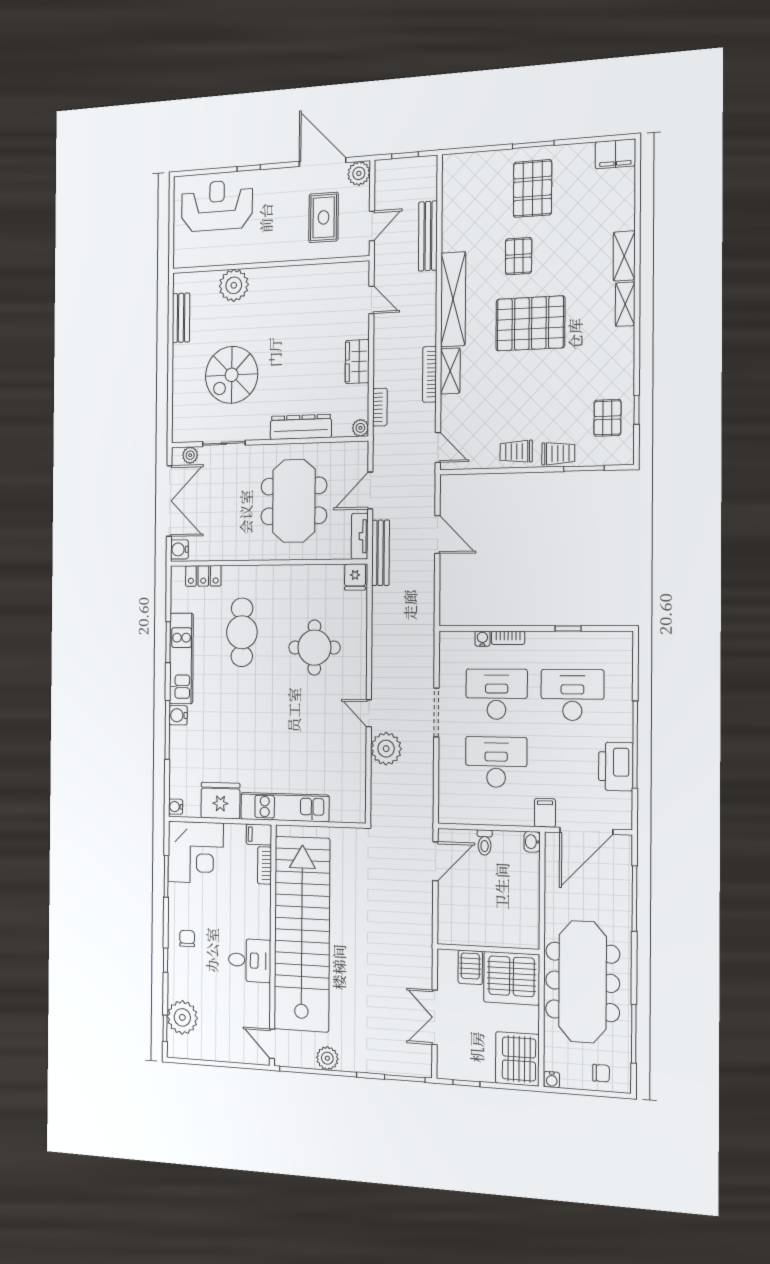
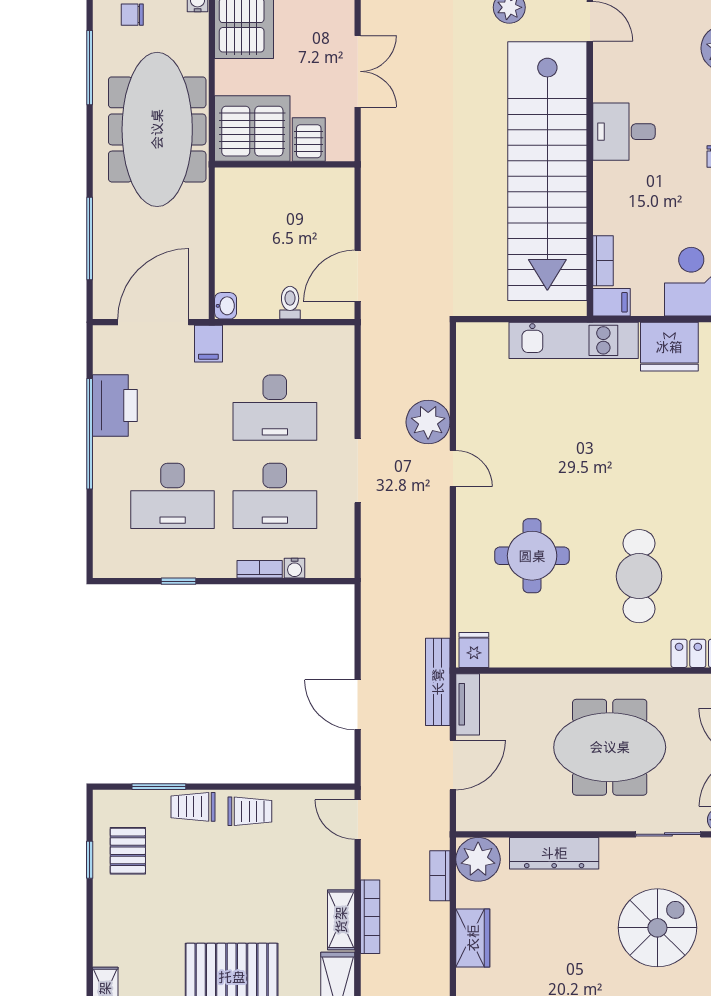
plant: (360, 428) -> (478, 859), width x1.88, depth x1.88
meeting table: (294, 501) -> (610, 747), moved, turned 90

